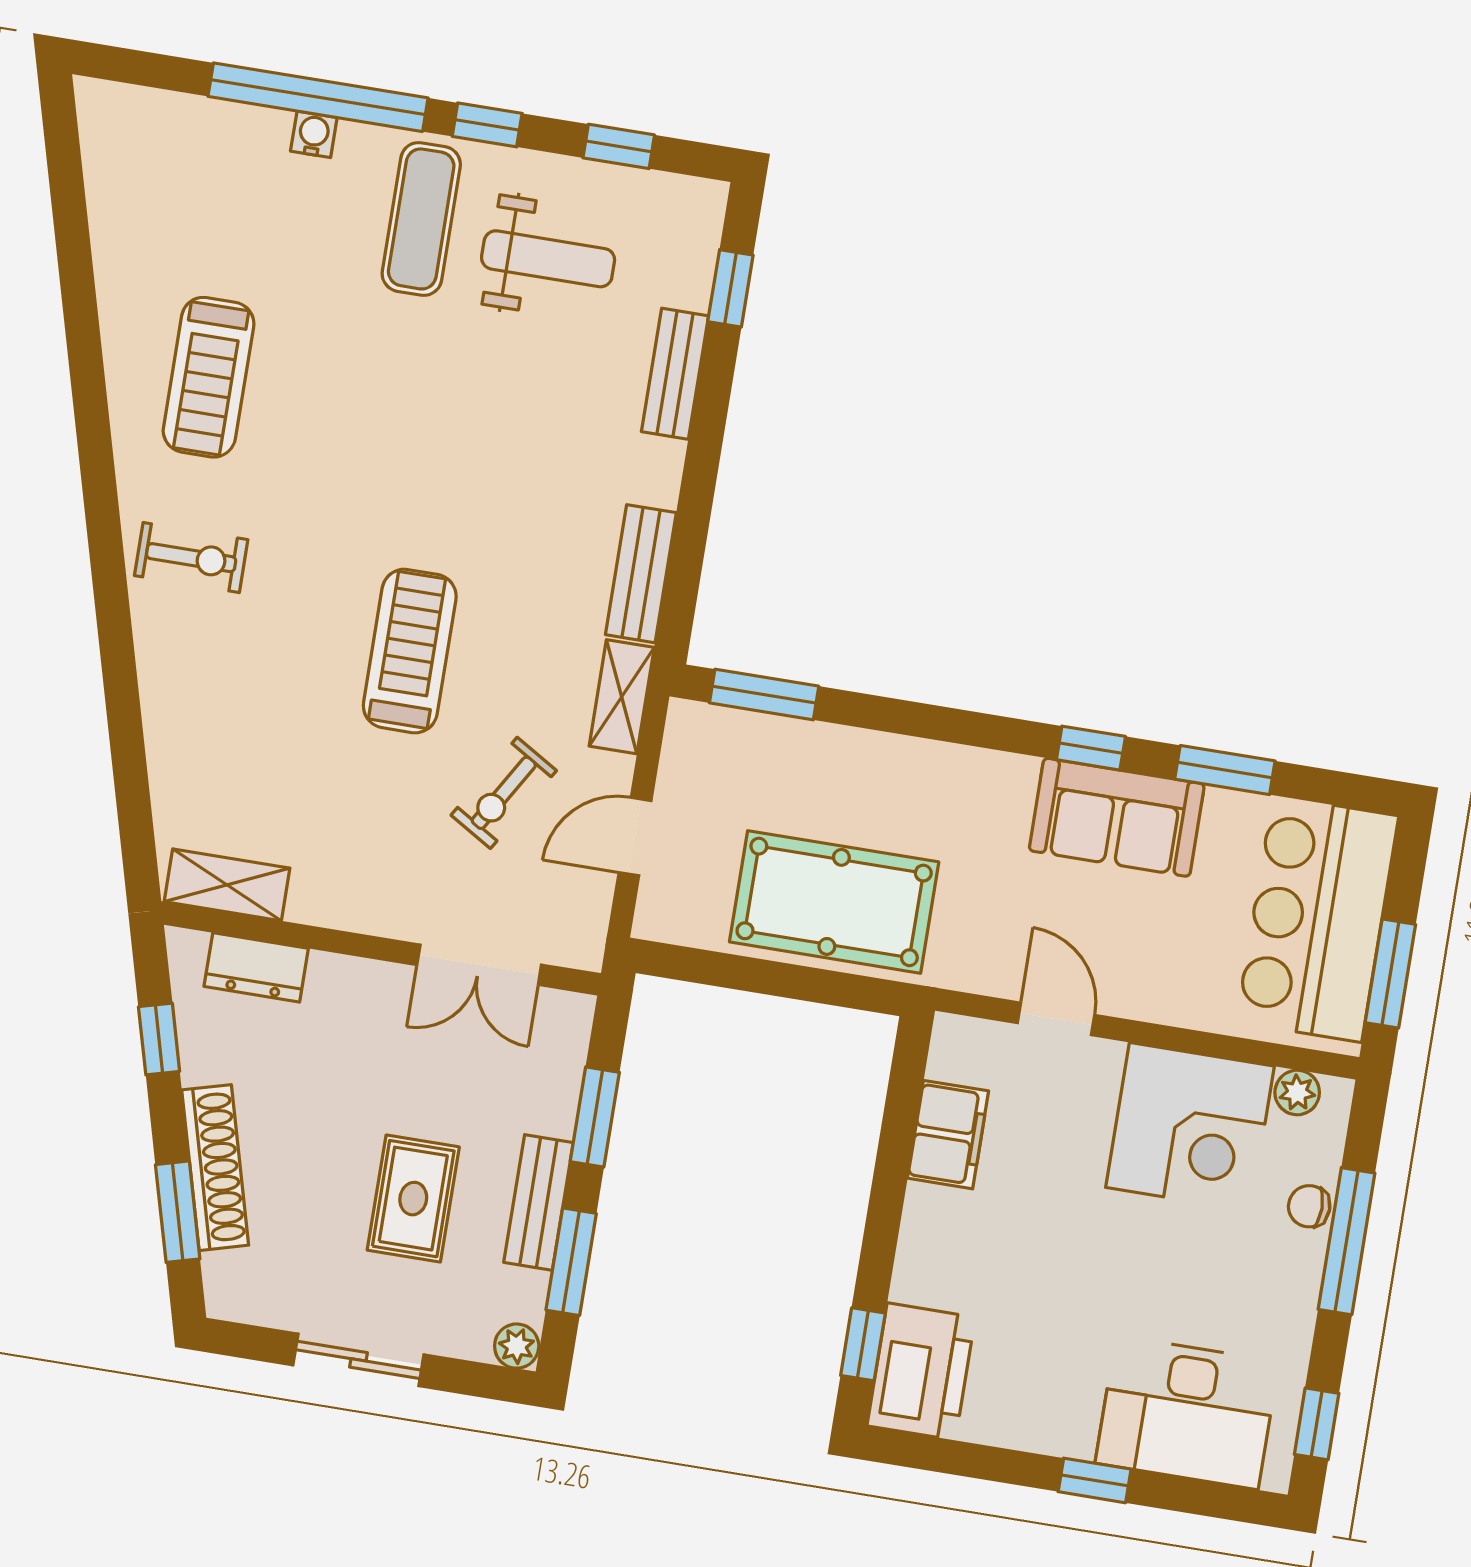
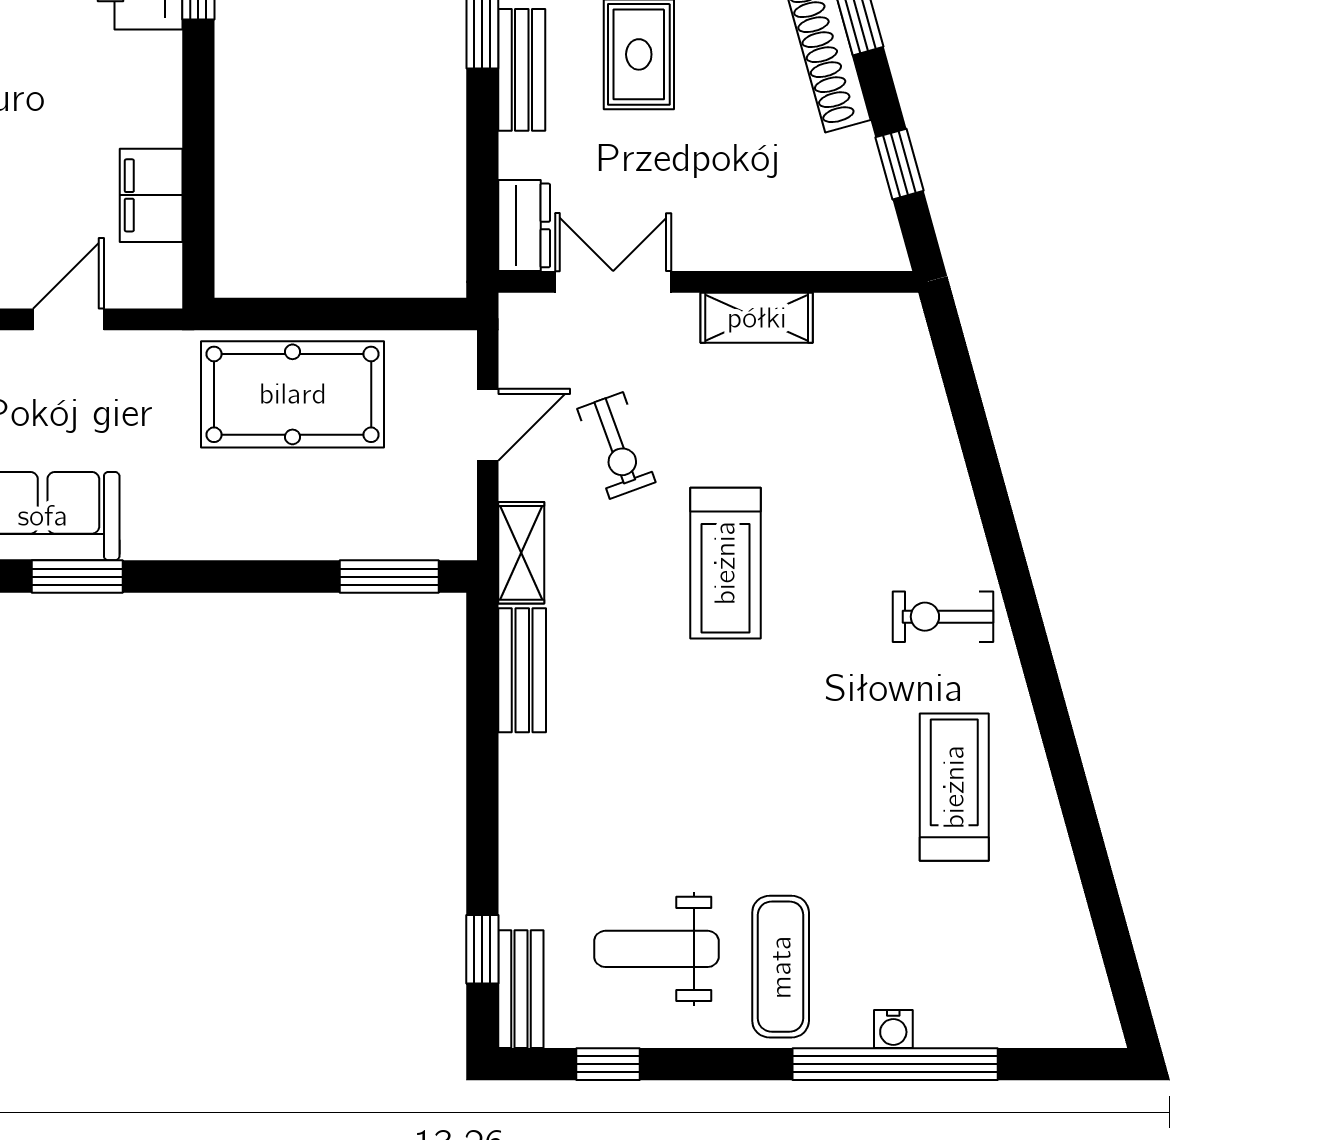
window: (487, 125) -> (734, 1064), removed
bench: (675, 374) -> (521, 989), moved
window: (1091, 748) -> (77, 577), width x1.50
exercise bike: (504, 793) -> (616, 445), turned 129
shelving: (227, 885) -> (757, 318), moved
dresser: (256, 967) -> (524, 225), moved, turned 90
door: (1056, 1019) -> (68, 319), swing flipped
window: (595, 1117) -> (482, 158), removed

